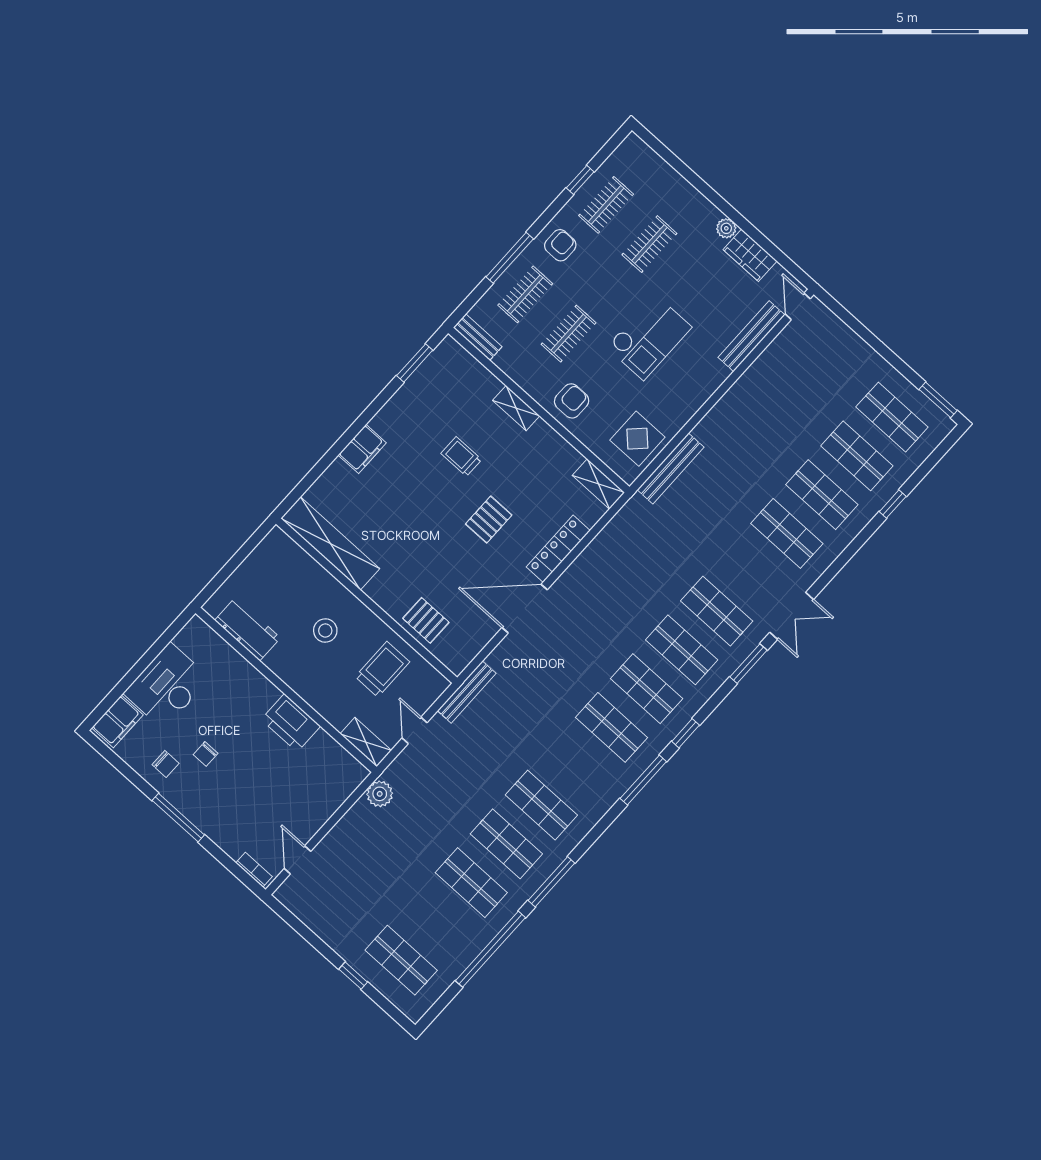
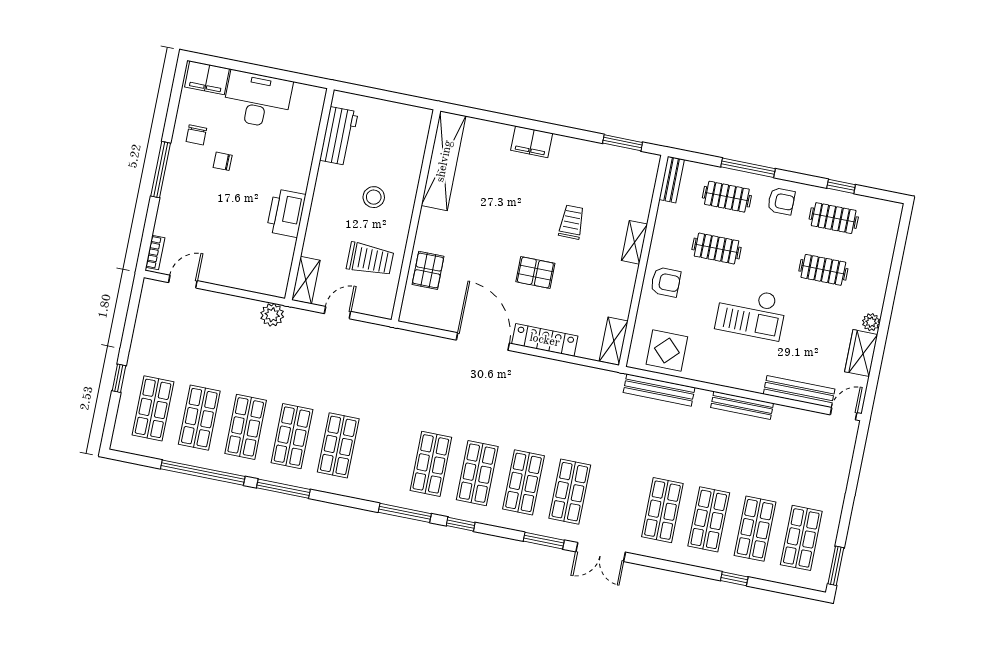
bench: (467, 692) -> (742, 405), moved
shop shelf: (436, 921) -> (199, 418), added

